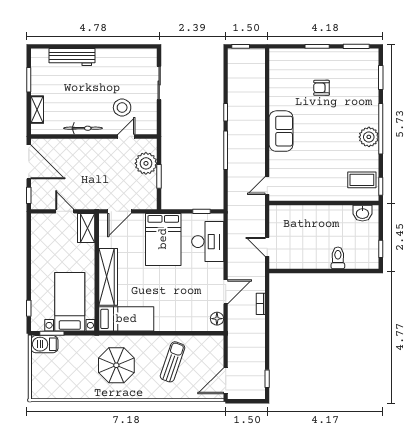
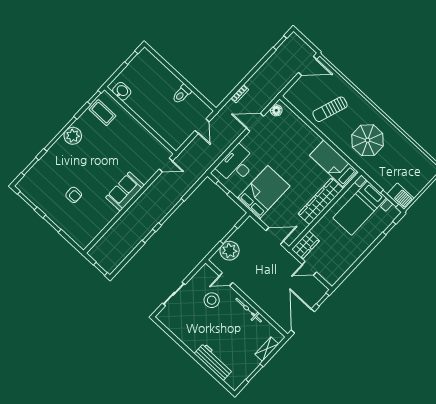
door: (65, 211) -> (309, 268), hinge flipped
toilet: (338, 258) -> (182, 94), moved

